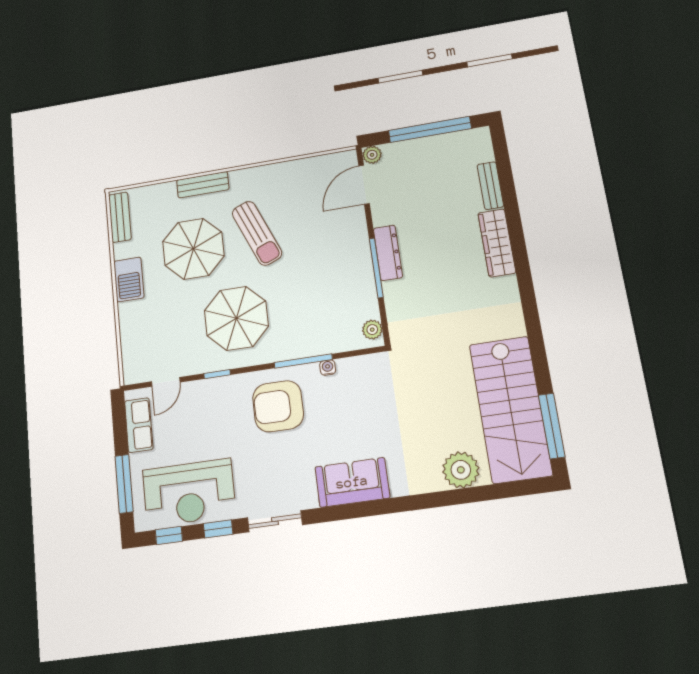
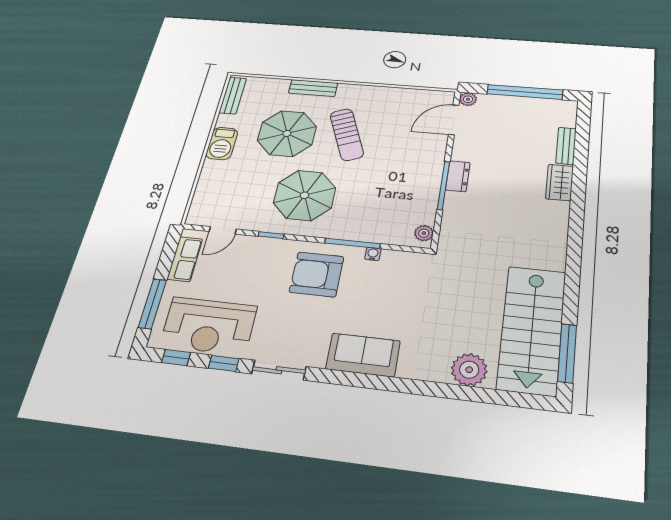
wardrobe: (497, 243) -> (560, 182), width x0.67
dresser: (388, 253) -> (458, 176), width x0.70

